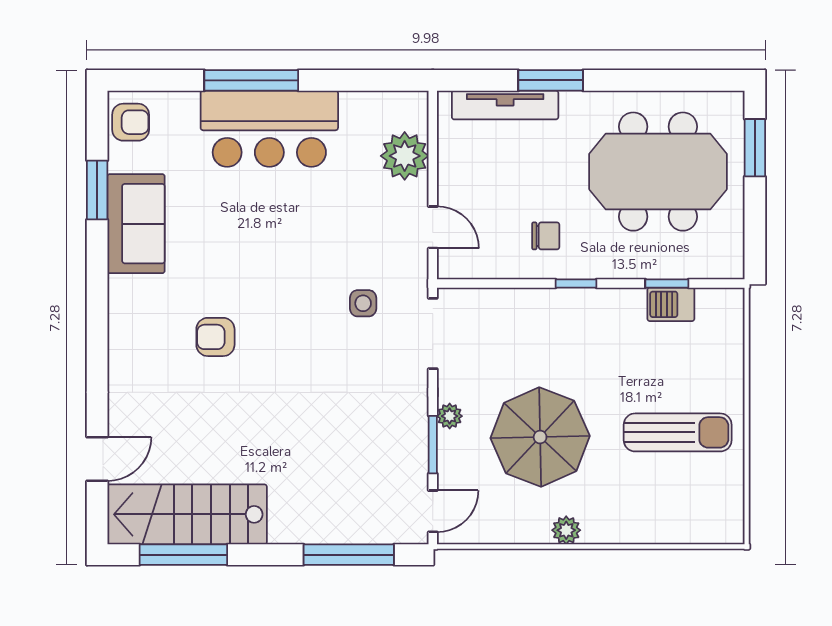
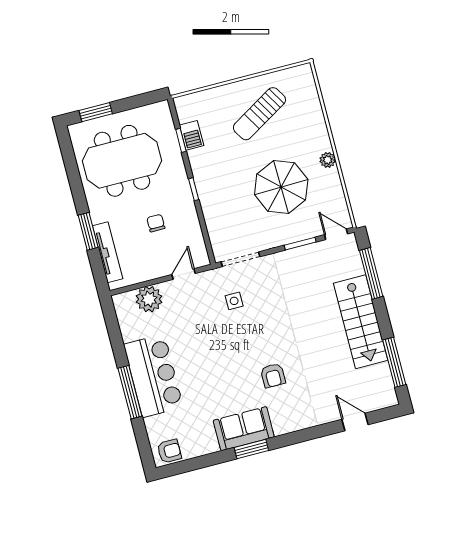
armchair: (131, 122) -> (169, 451), turned 90
meeting table: (658, 172) -> (122, 161), turned 90
window: (97, 190) -> (251, 449), moved
sofa: (136, 224) -> (244, 429), moved
chair: (546, 236) -> (156, 223), moved
plant: (450, 416) -> (283, 239), removed
sun lounger: (678, 432) -> (259, 114), turned -121
stairs: (187, 514) -> (361, 322), moved

